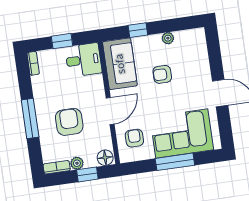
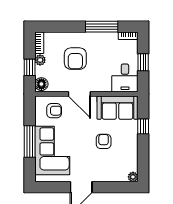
plant: (168, 38) -> (133, 177), moved
window: (30, 118) -> (102, 27), moved
armchair: (69, 122) -> (75, 59), turned 90

